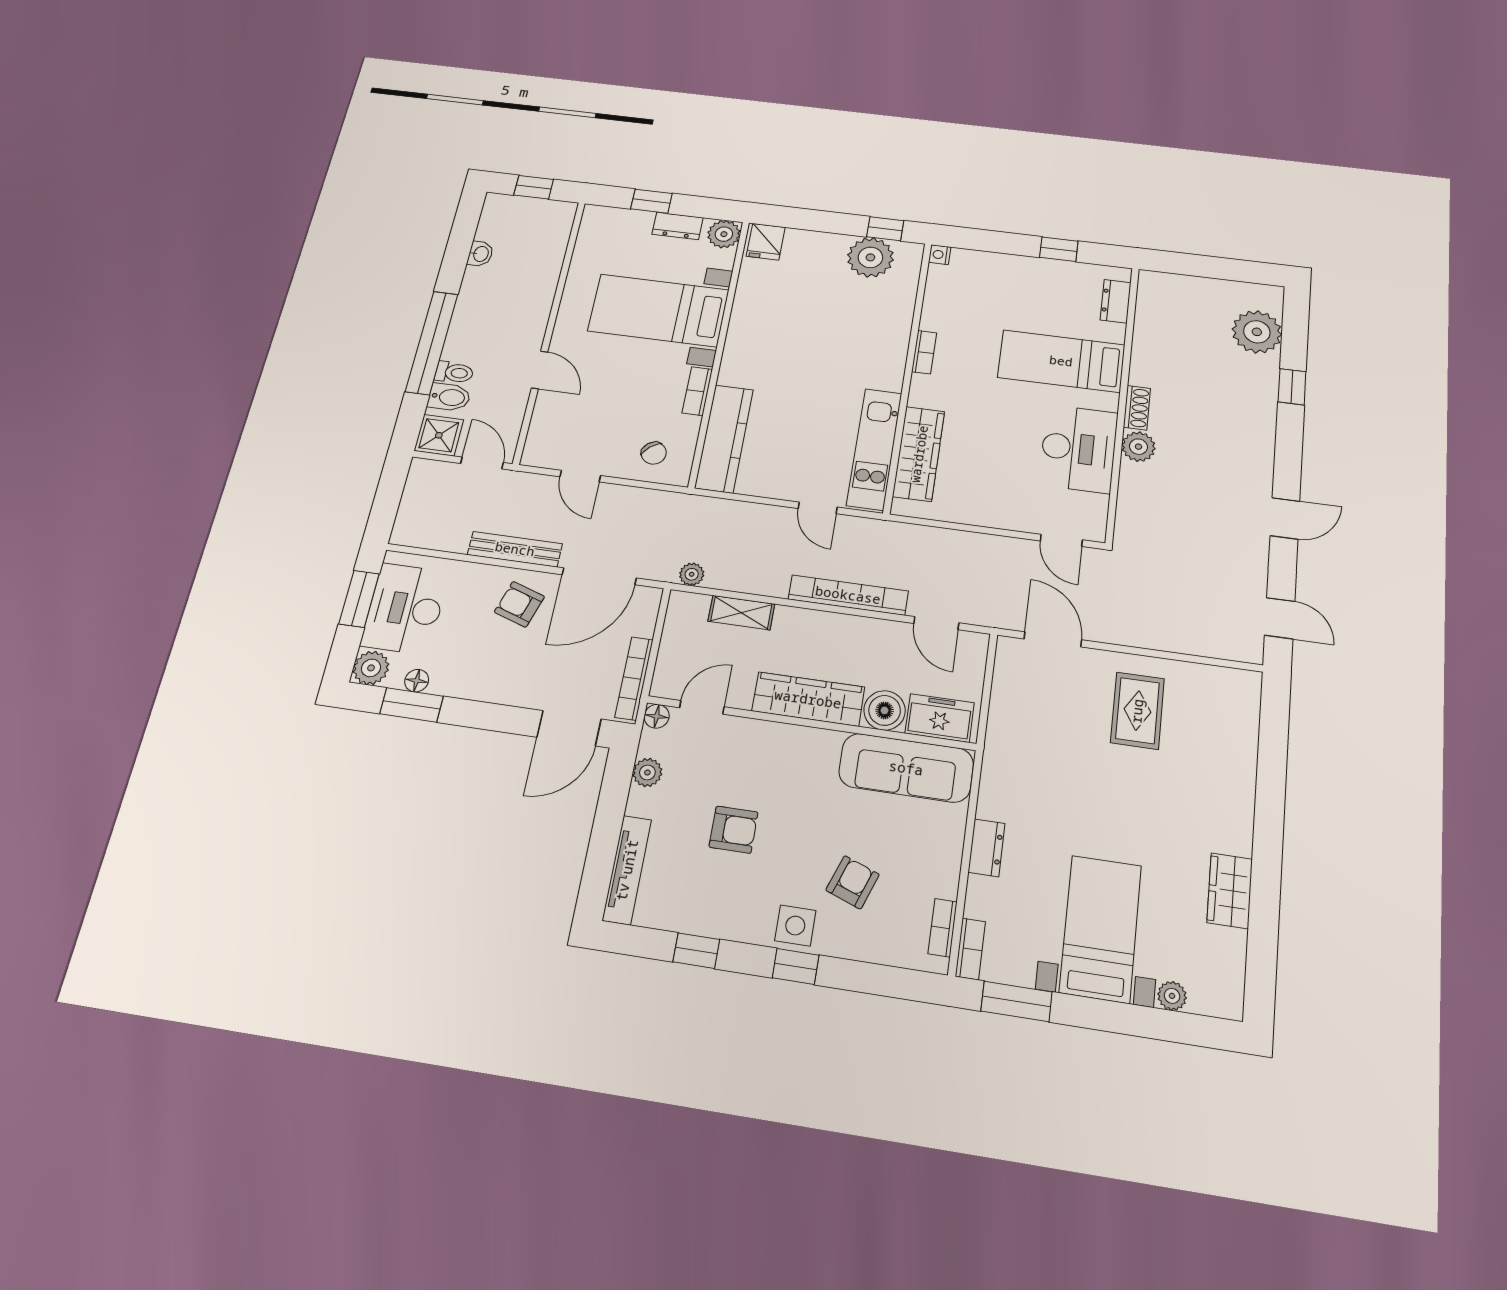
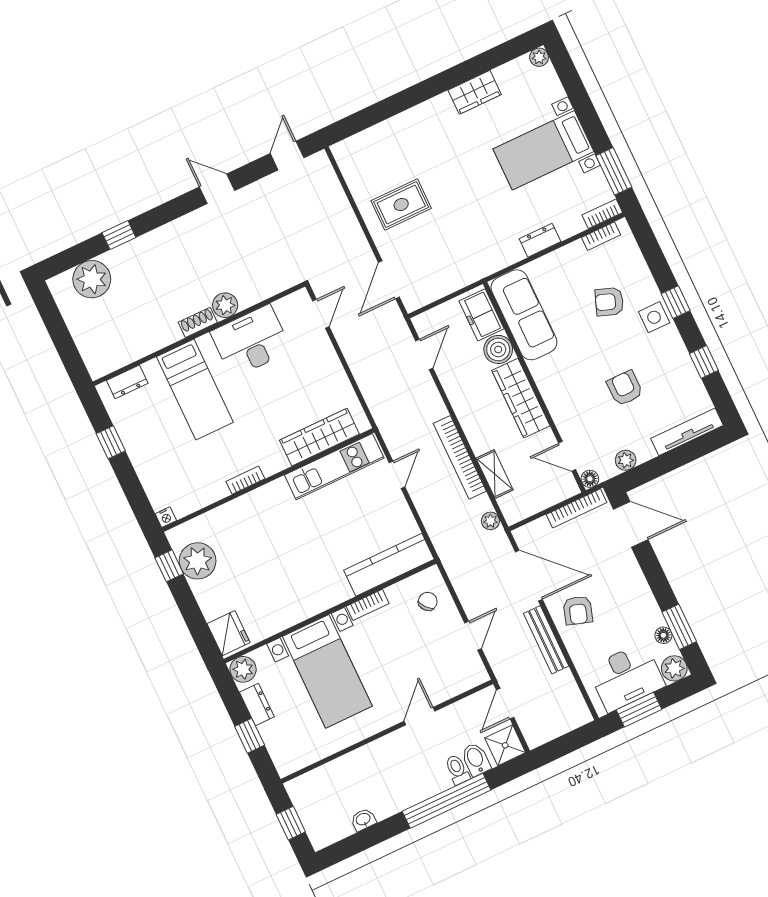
fridge: (766, 242) -> (229, 633), width x1.38
bookcase: (848, 595) -> (460, 457), moved
plant: (1172, 996) -> (539, 57), moved

